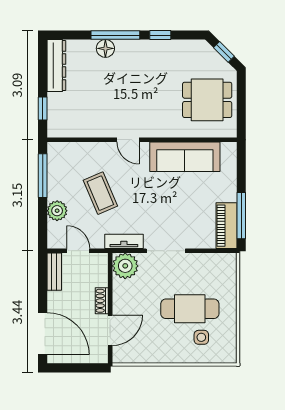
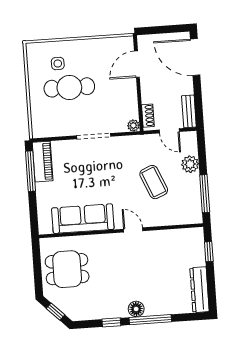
floor lamp: (105, 48) -> (136, 309), moved
tv unit: (124, 241) -> (130, 142), removed
plant: (125, 266) -> (133, 125), width x0.53, depth x0.53
shoe rack: (102, 301) -> (148, 116), moved

